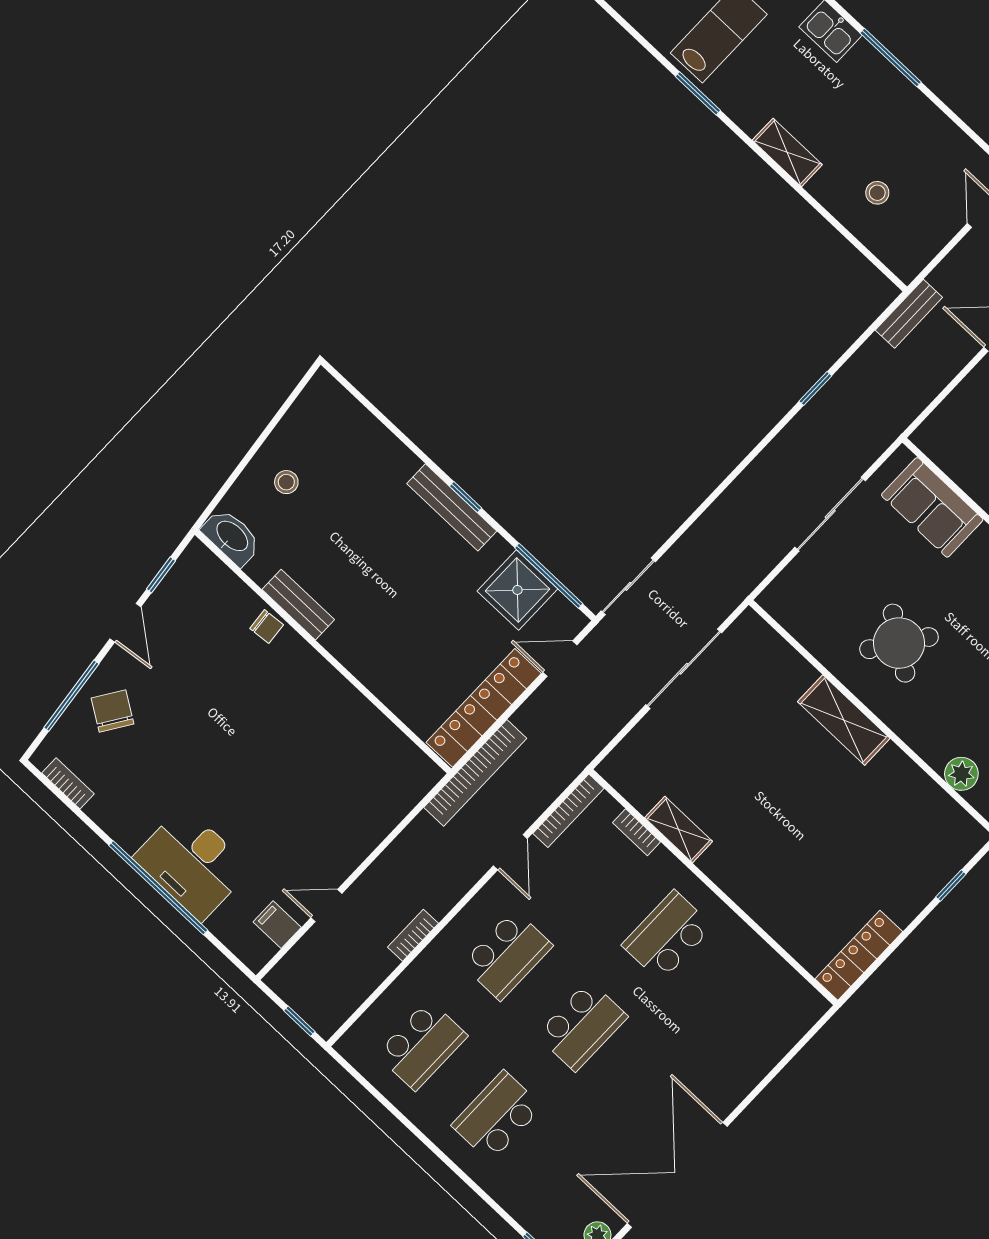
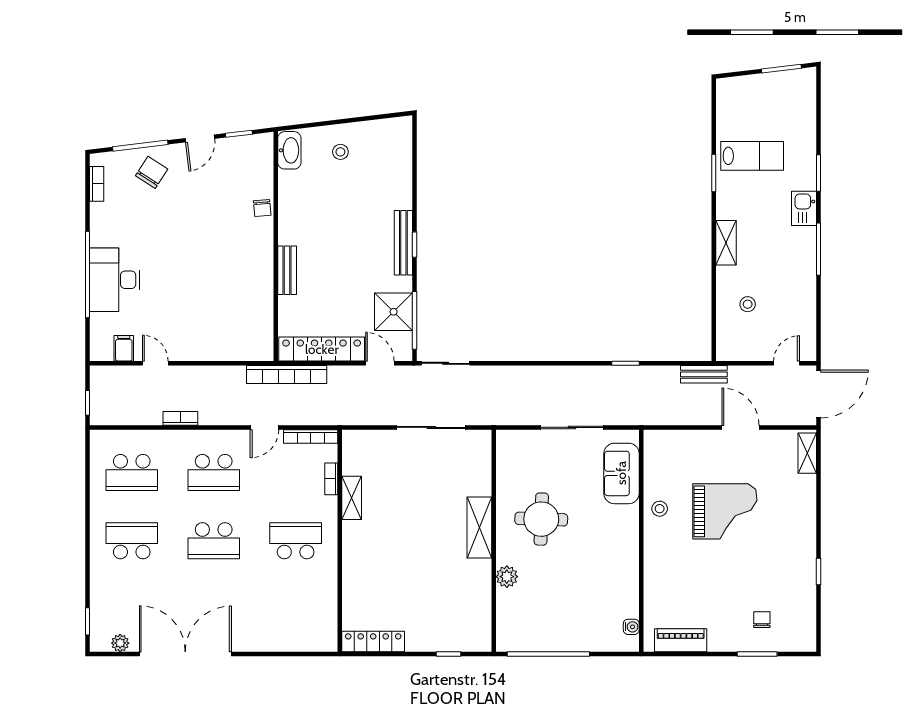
bench: (298, 605) -> (287, 270), moved
round table: (899, 643) -> (541, 519), turned -33
plant: (961, 774) -> (507, 577), moved

